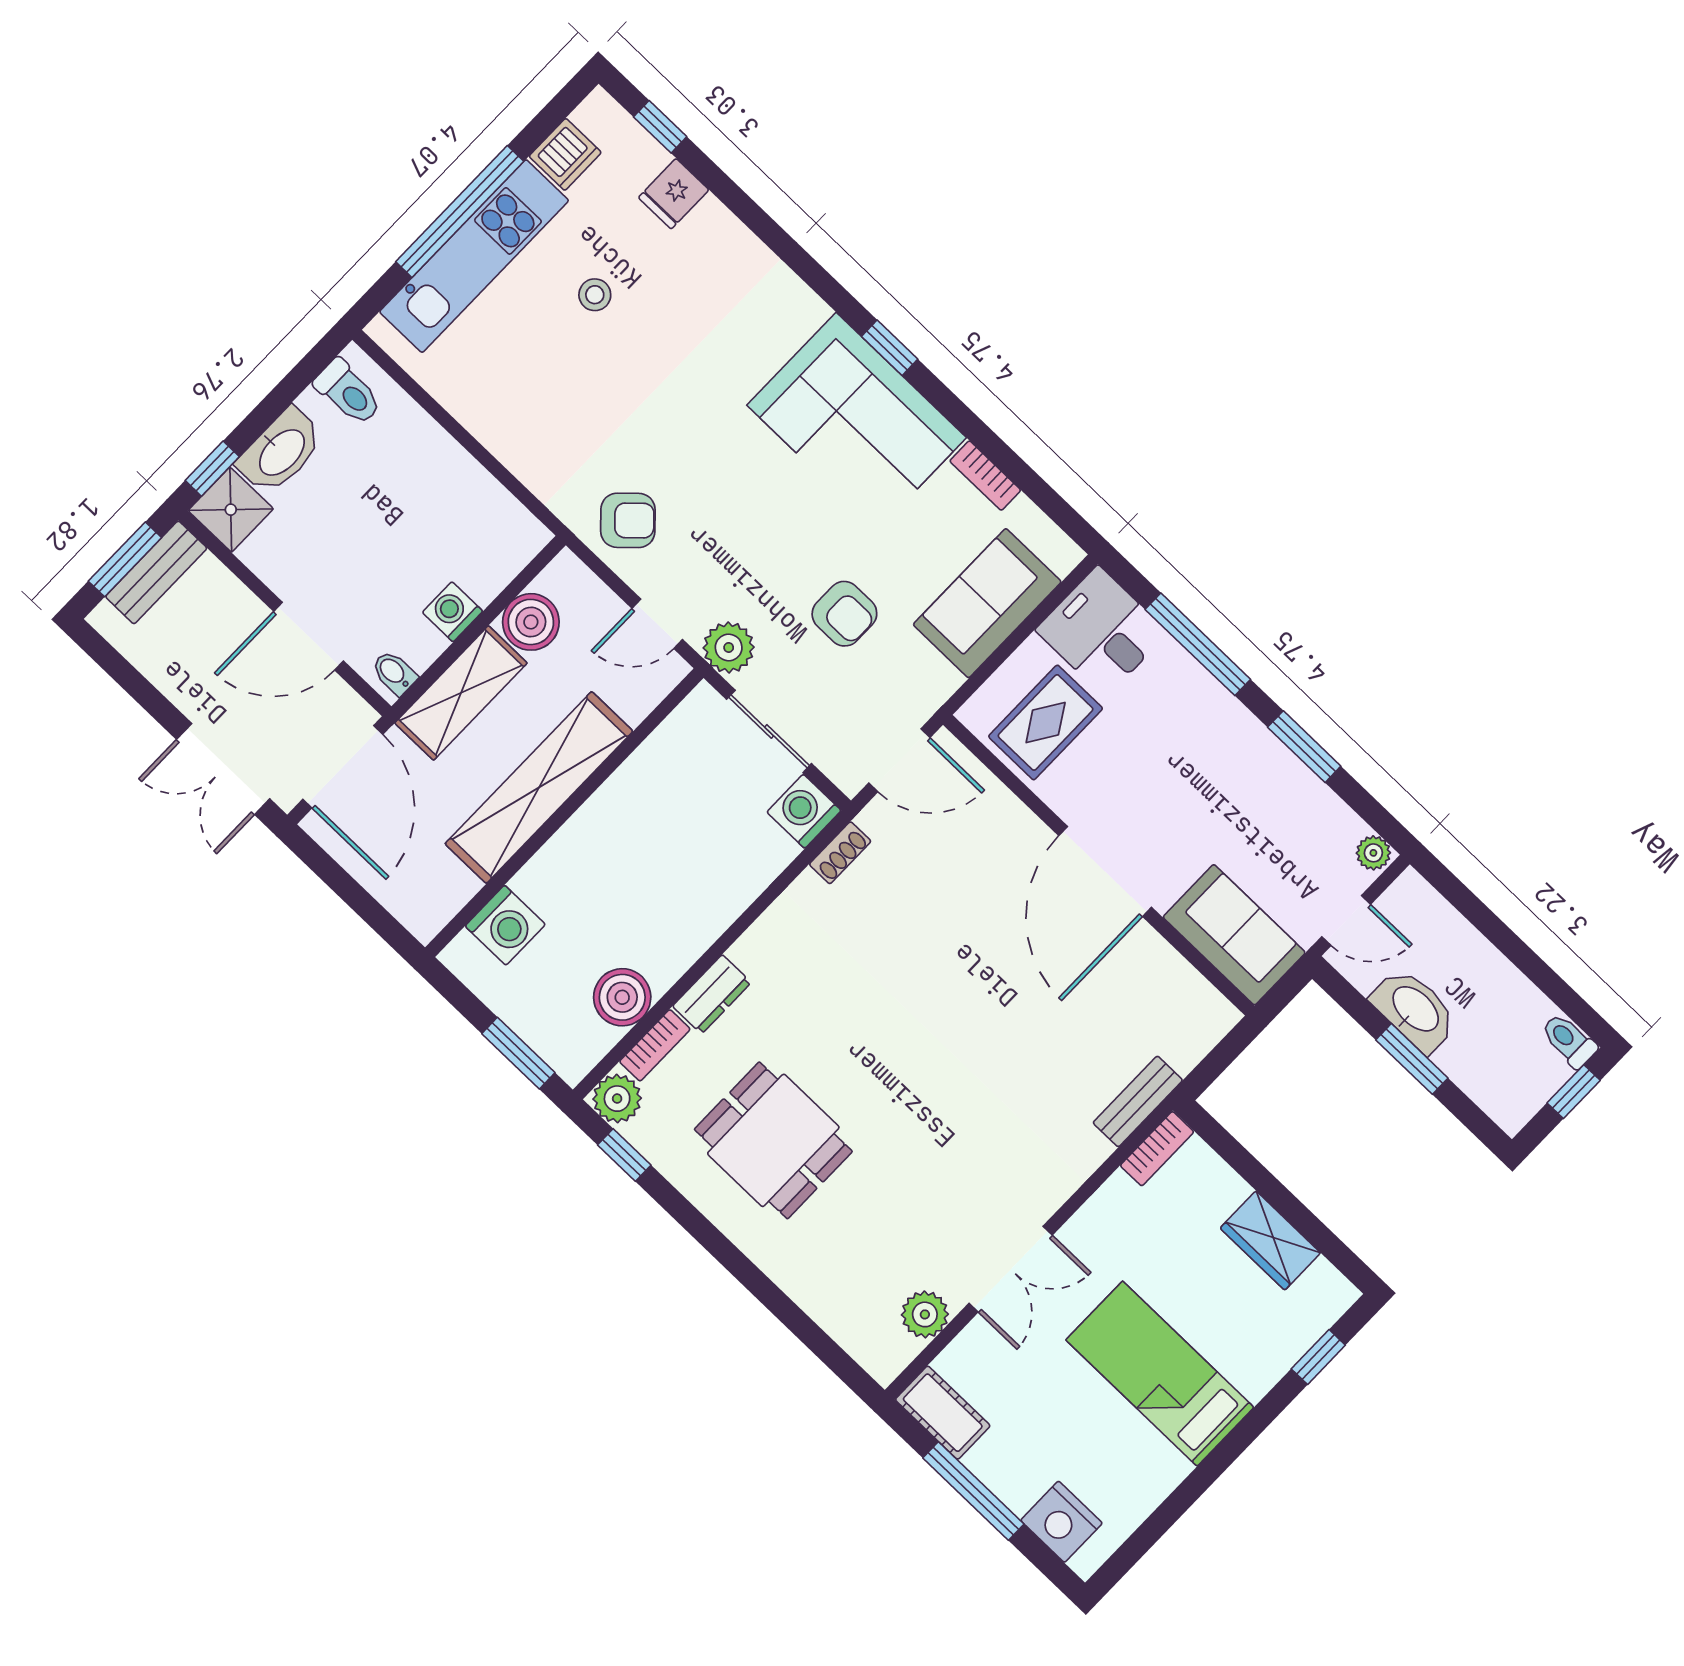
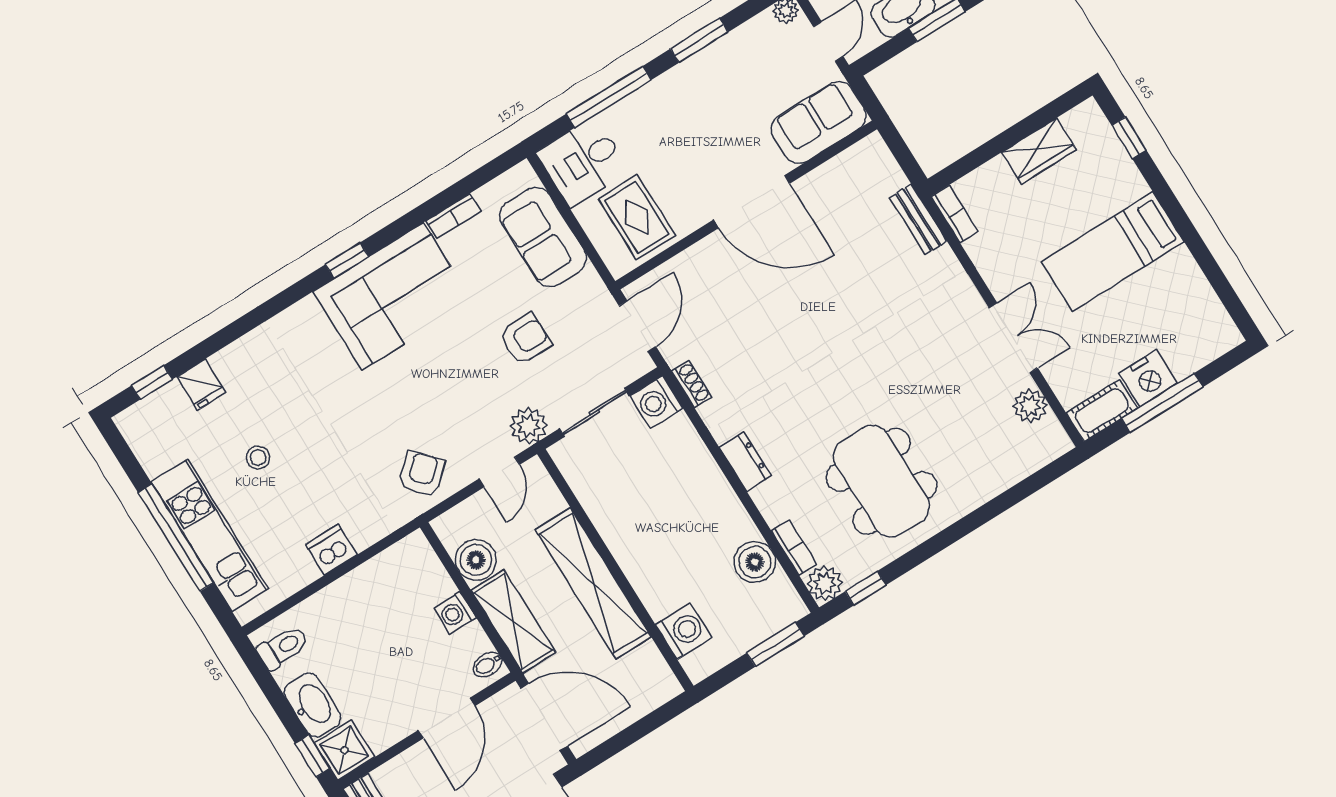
dishwasher: (565, 154) -> (331, 550), moved, turned -90
dresser: (712, 994) -> (745, 462), moved
dining table: (773, 1140) -> (881, 481), width x1.37
nightstand: (1062, 1522) -> (1148, 378), moved

